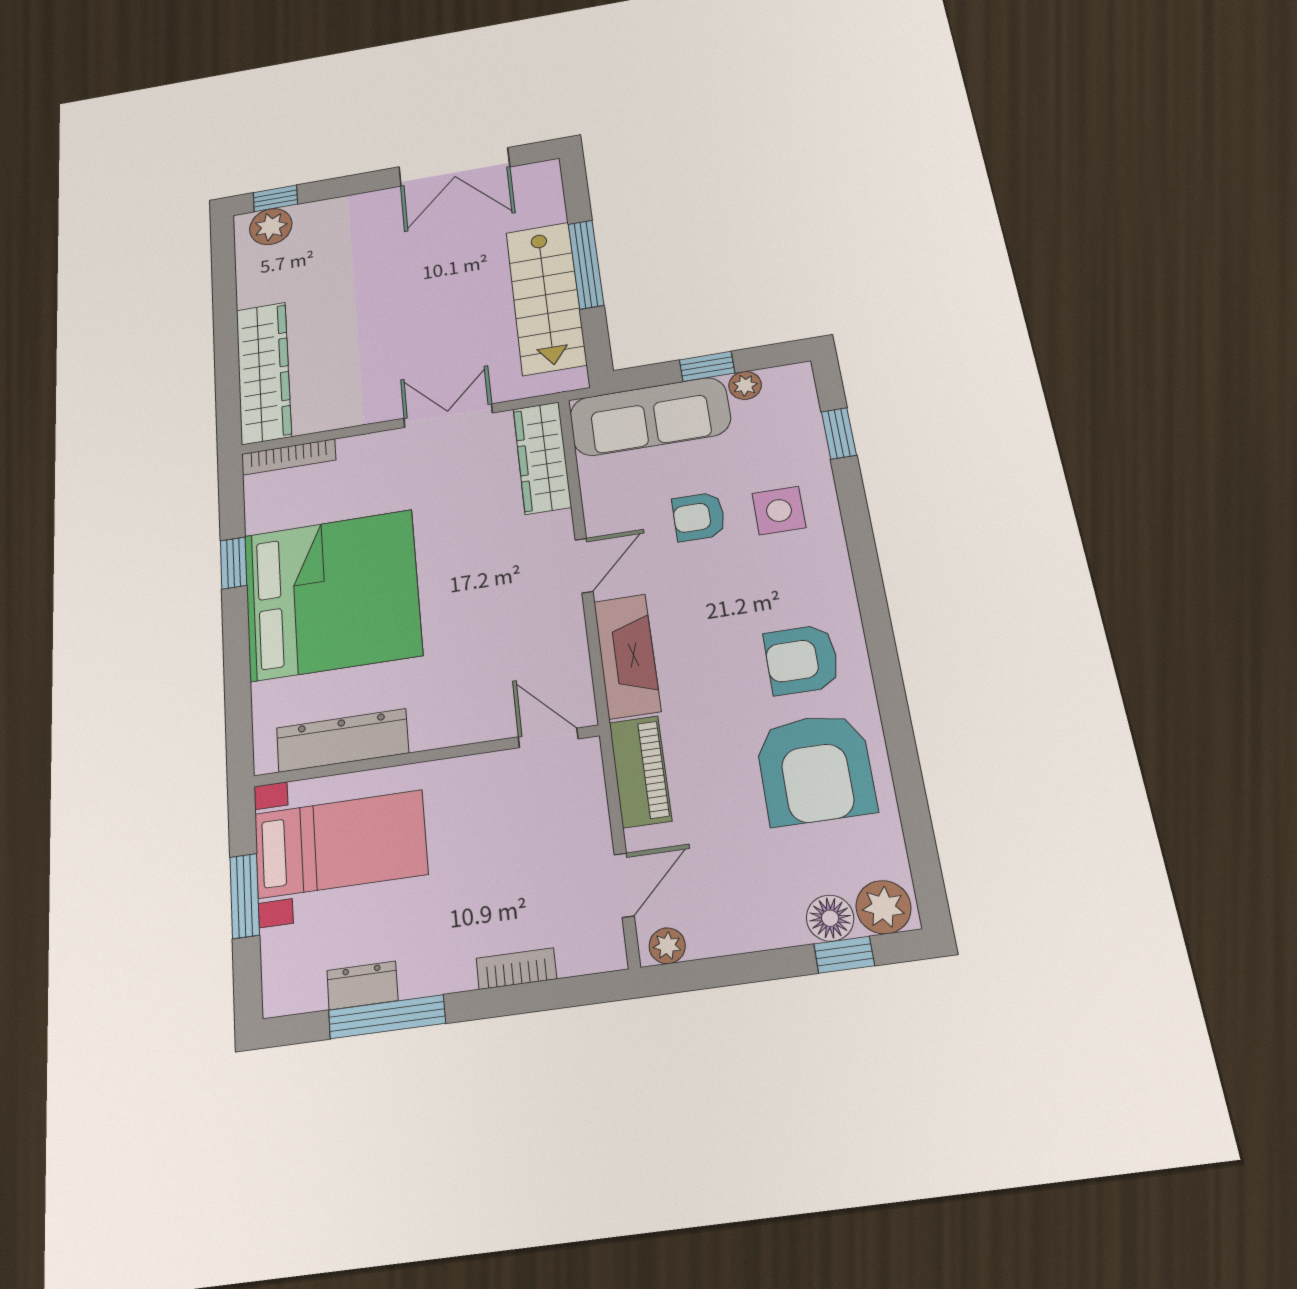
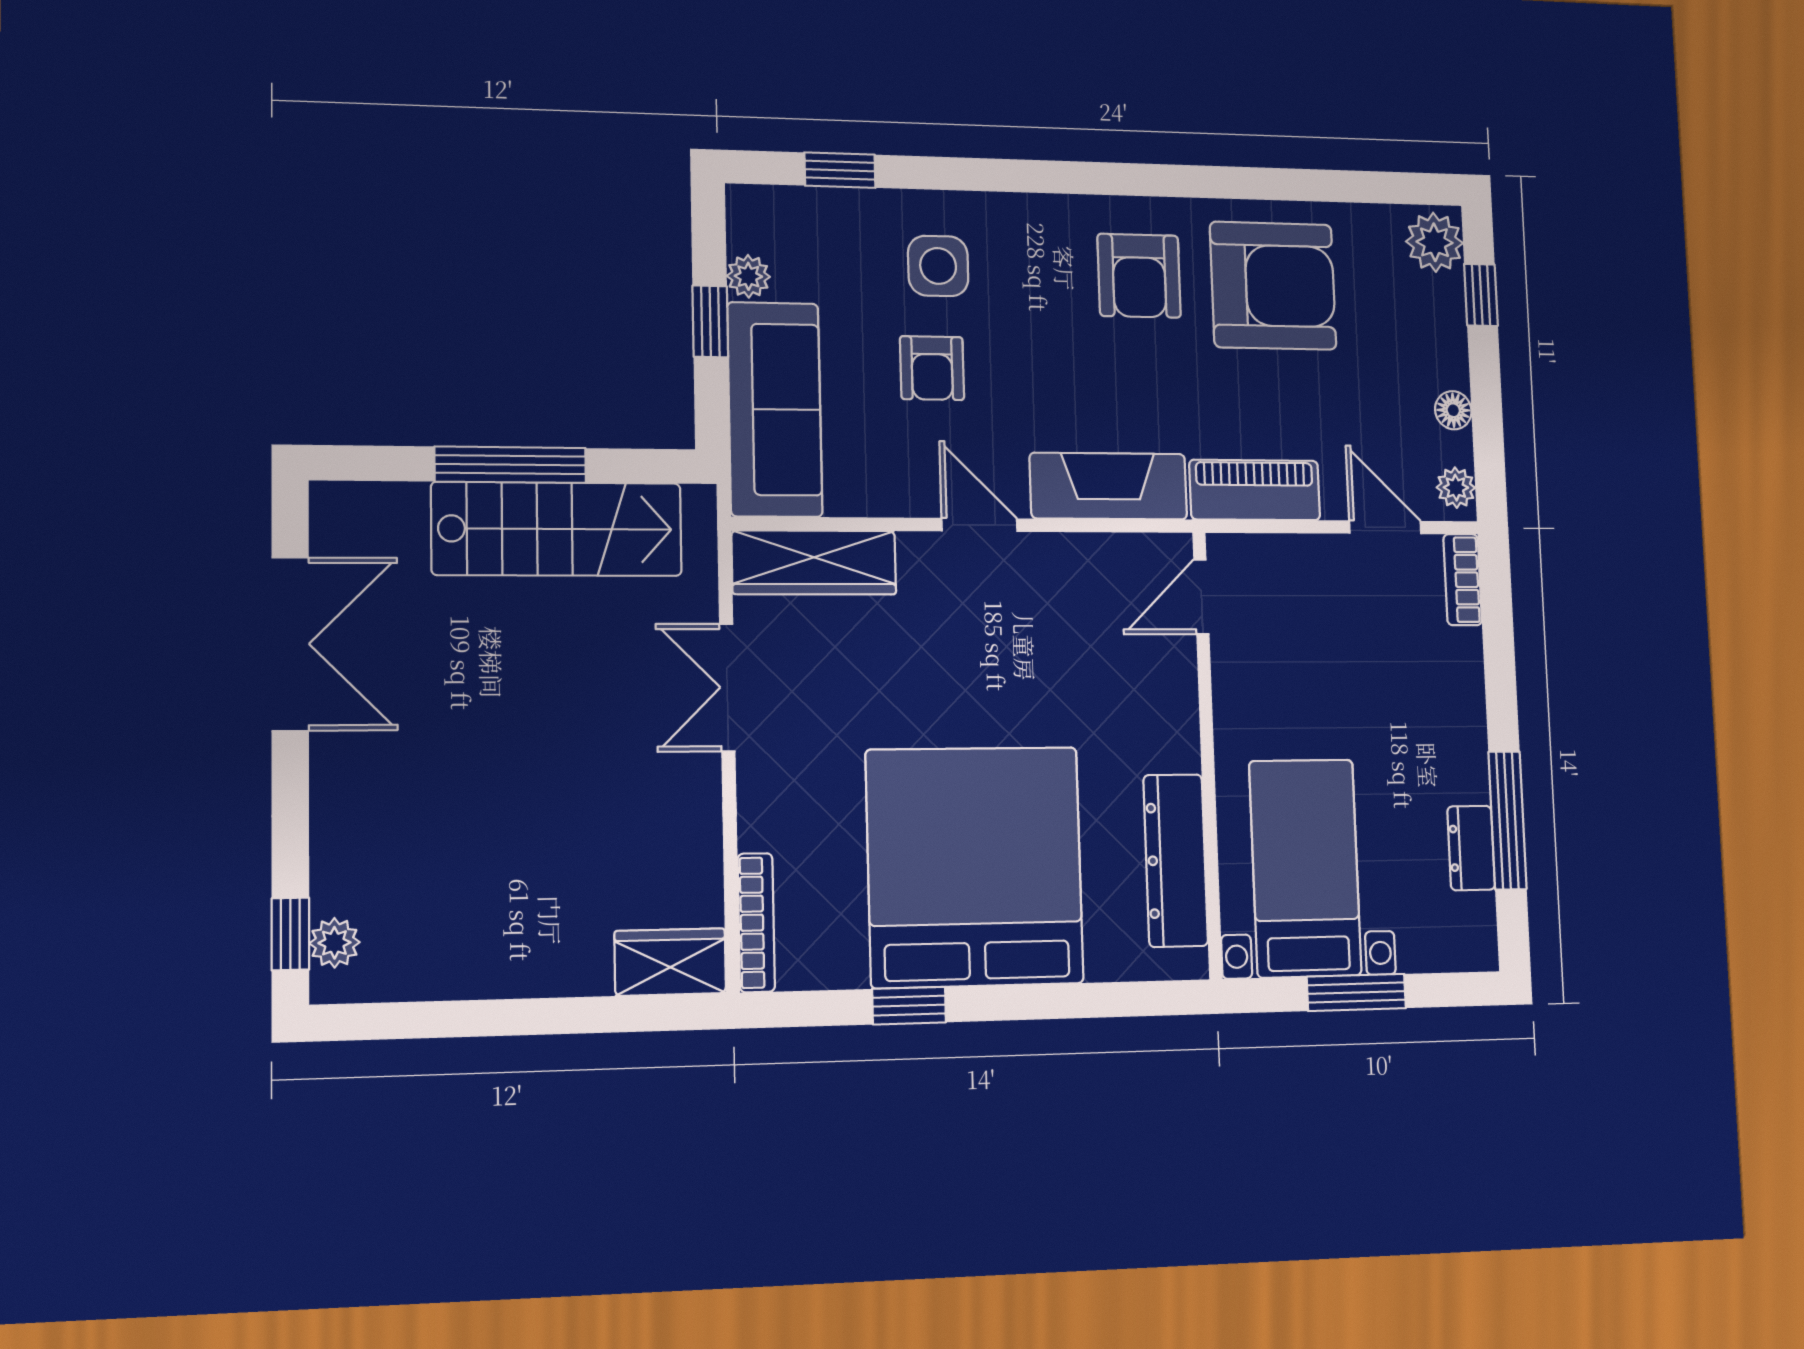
plant: (271, 227) -> (334, 943), width x0.73, depth x0.73
wardrobe: (264, 373) -> (670, 962), width x0.48, depth x0.85
floor lamp: (830, 918) -> (1453, 410), moved, width x0.73, depth x0.73
bookcase: (516, 969) -> (1463, 580), moved

